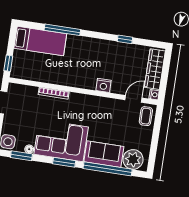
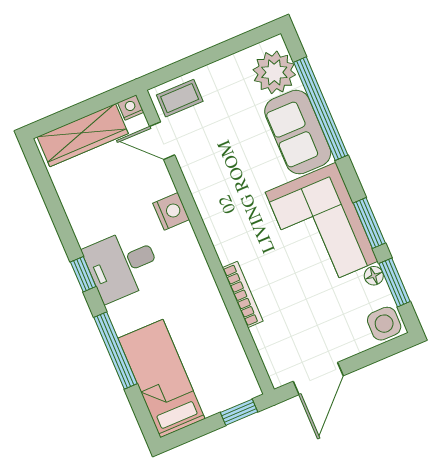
window: (125, 39) -> (83, 274), moved
desk: (94, 53) -> (122, 265), added
window: (64, 162) -> (369, 223), moved

